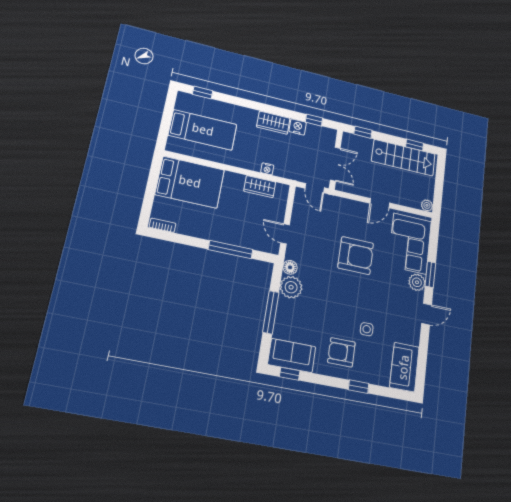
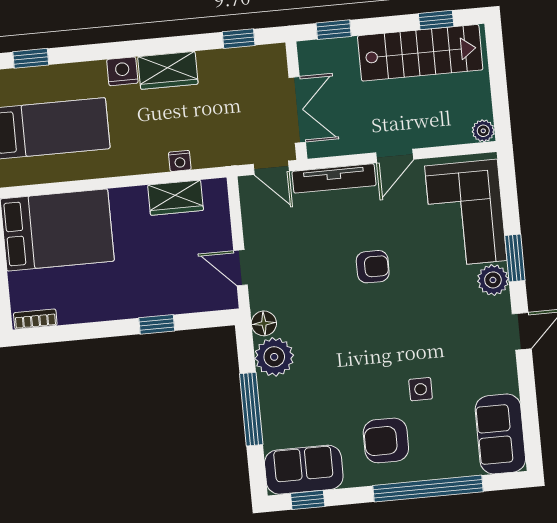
nightstand: (298, 127) -> (122, 71), moved
tv unit: (346, 204) -> (334, 178), added
window: (231, 249) -> (157, 324), width x0.46
armchair: (356, 256) -> (373, 267), width x0.53, depth x0.53
window: (359, 387) -> (428, 489), width x3.17

